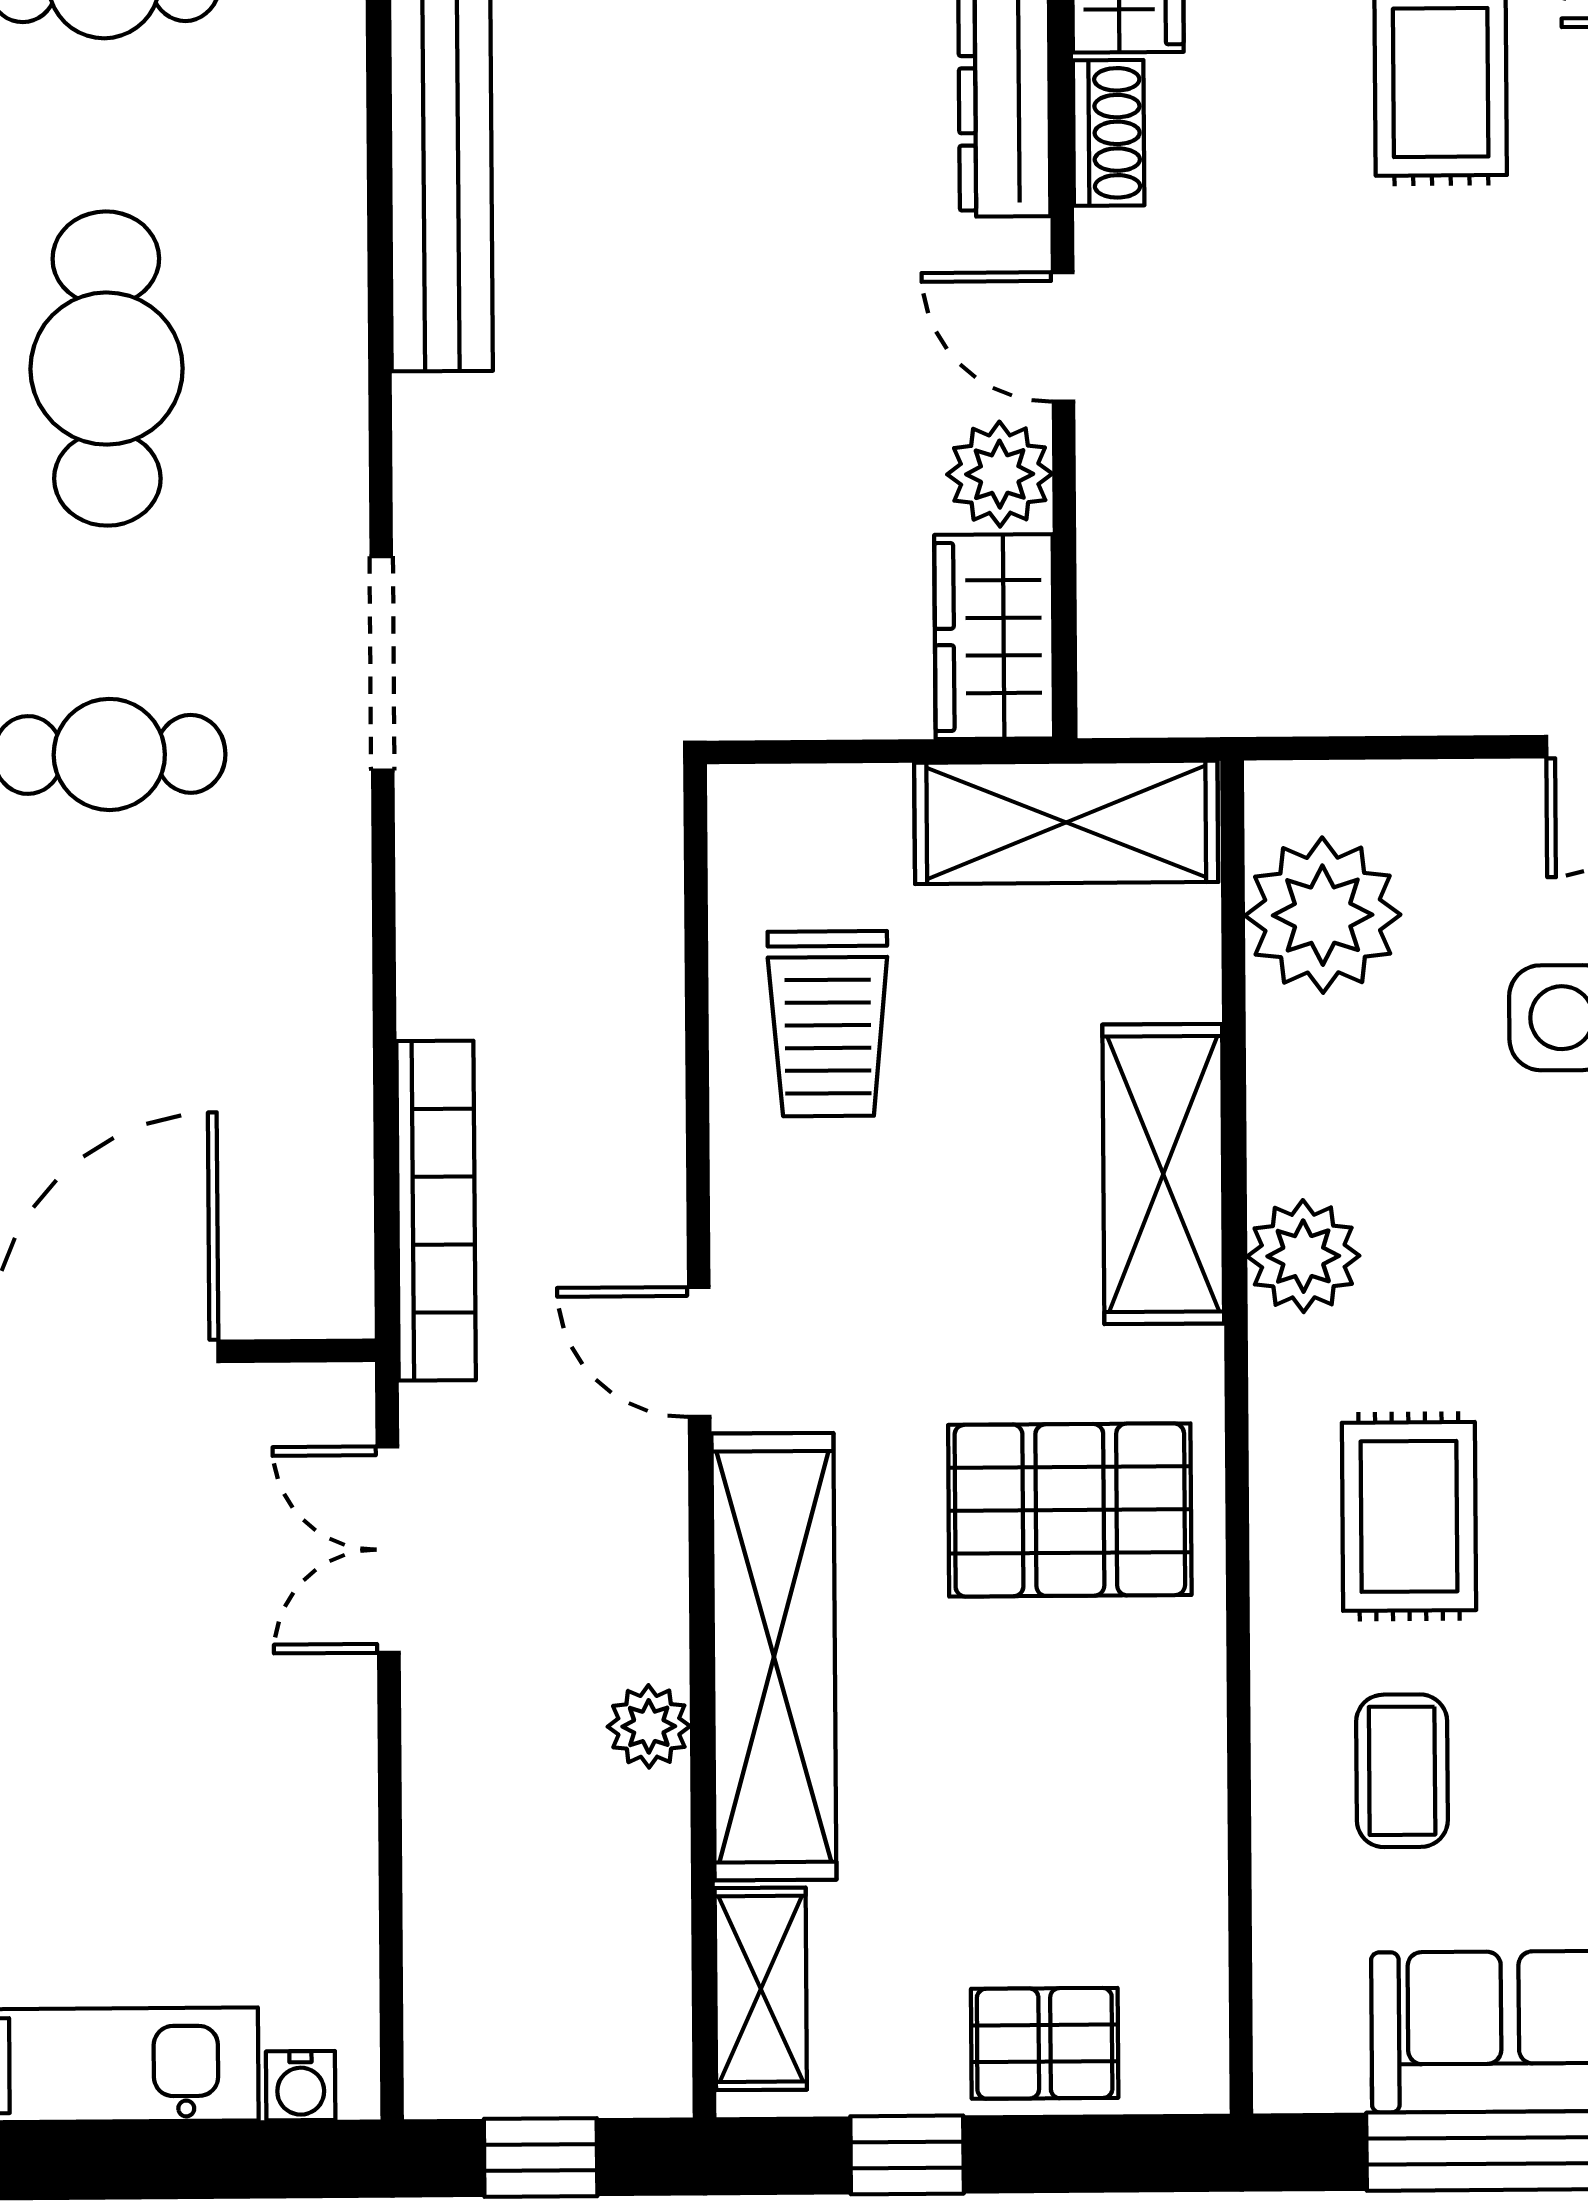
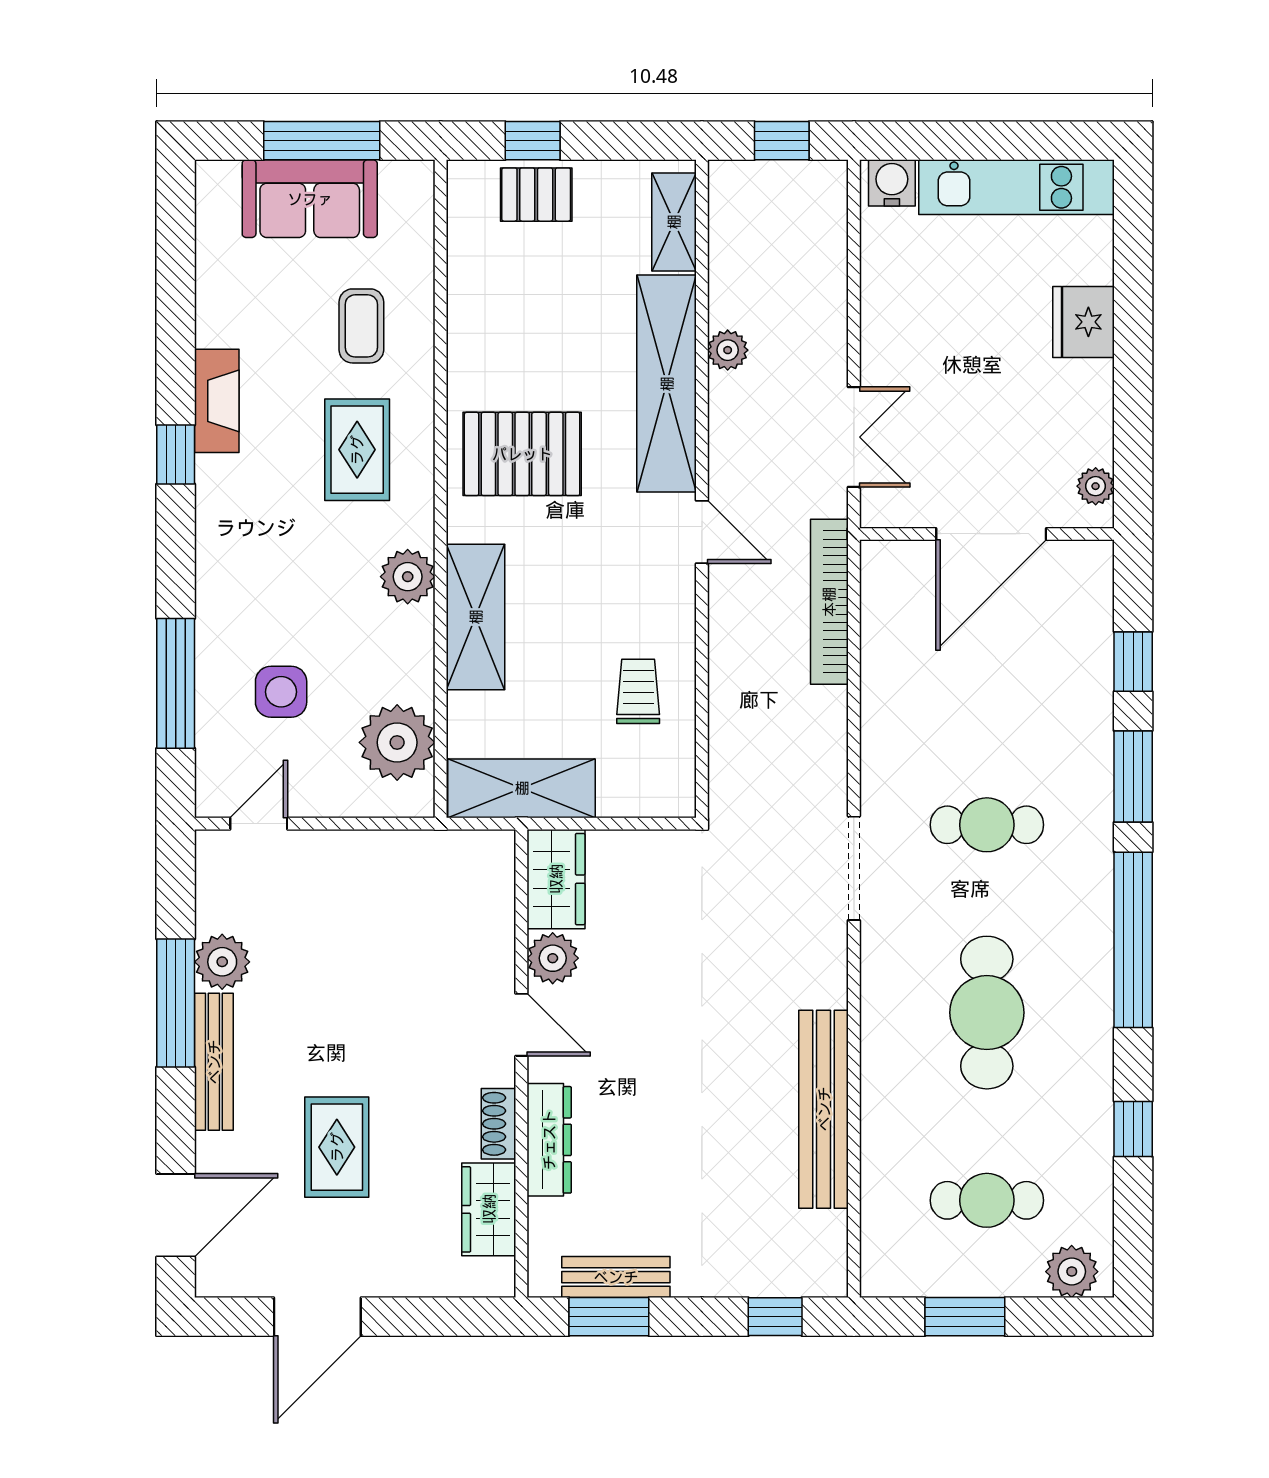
trolley: (828, 1024) -> (638, 691), width x0.73, depth x0.72
water cooler: (301, 2086) -> (892, 183), width x1.38, depth x1.38
window: (907, 2155) -> (533, 141), moved

